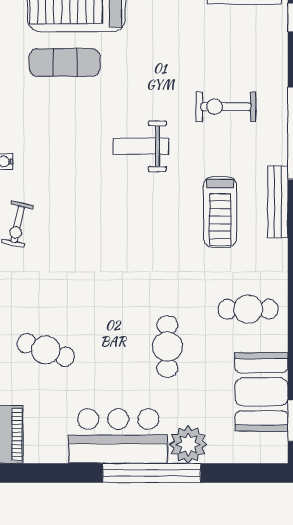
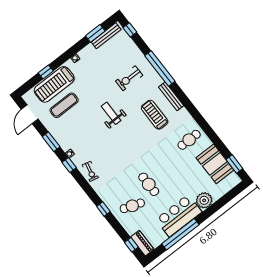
weight bench: (141, 146) -> (111, 113), turned 90
treadmill: (220, 212) -> (155, 115), turned 180
cafe table: (167, 347) -> (149, 184), moved
window: (152, 473) -> (180, 234), moved

